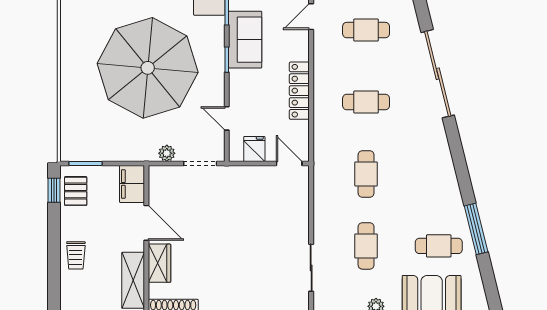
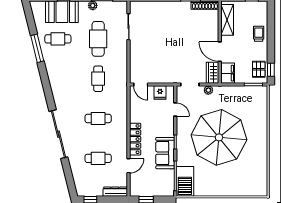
locker: (299, 91) -> (135, 139), moved
cafe table: (366, 246) -> (98, 39), width x1.37, depth x1.35
wardrobe: (159, 263) -> (212, 73), moved

